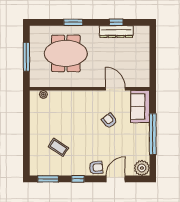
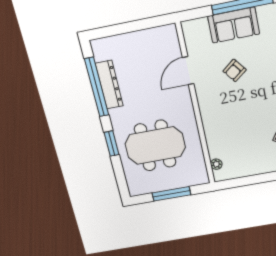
window: (116, 22) -> (97, 87), width x3.17
meeting table: (66, 53) -> (155, 146), turned 90
sofa: (140, 107) -> (234, 25), moved

